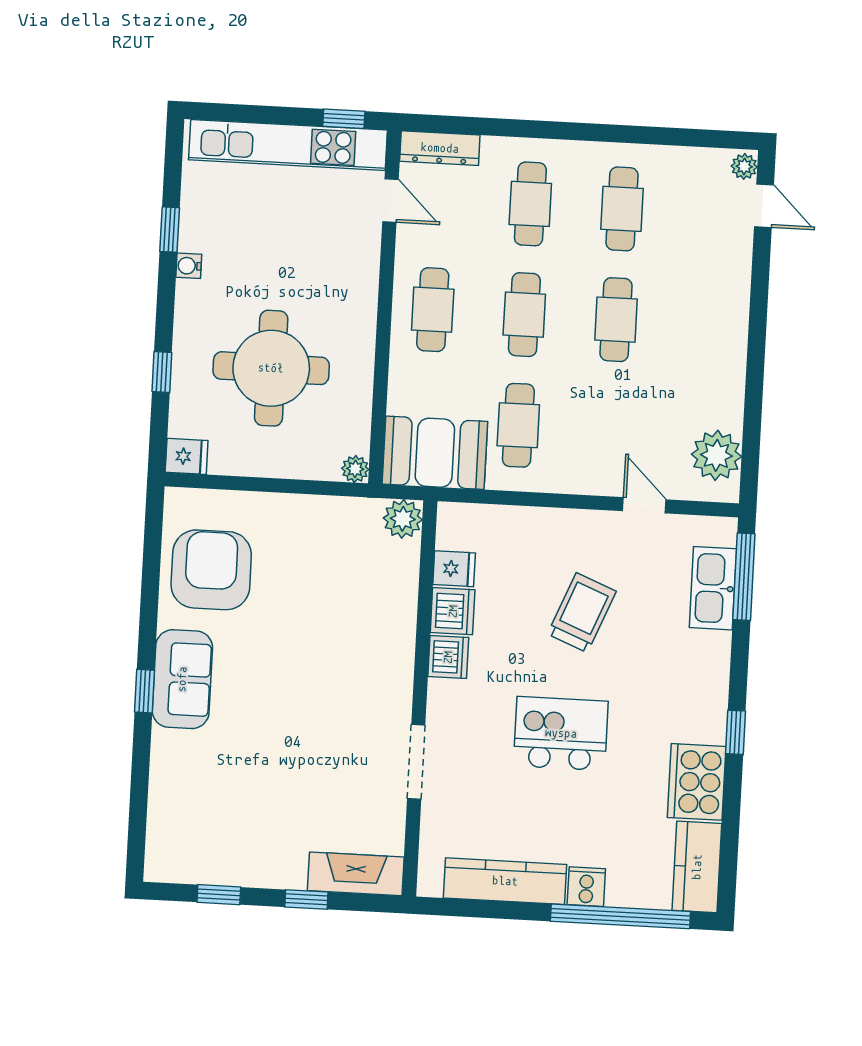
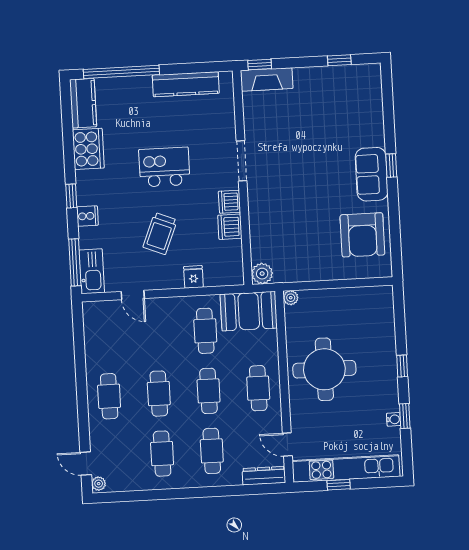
window: (344, 119) -> (339, 485), moved
water cooler: (189, 266) -> (394, 419), moved
cafe table: (708, 325) -> (109, 396), added
round table: (271, 368) -> (324, 369), moved
window: (162, 372) -> (402, 366), moved
plant: (716, 455) -> (97, 326), removed
fridge: (187, 456) -> (382, 295), removed
fridge: (454, 569) -> (193, 277), moved, turned 90
kitchen sink: (713, 588) -> (92, 271), moved
window: (735, 732) -> (71, 196), moved
kitchen island: (561, 733) -> (164, 167), turned 180
doorway: (416, 762) -> (242, 161), moved
cooker: (586, 887) -> (87, 216), moved, turned -90
window: (306, 899) -> (260, 64), moved

